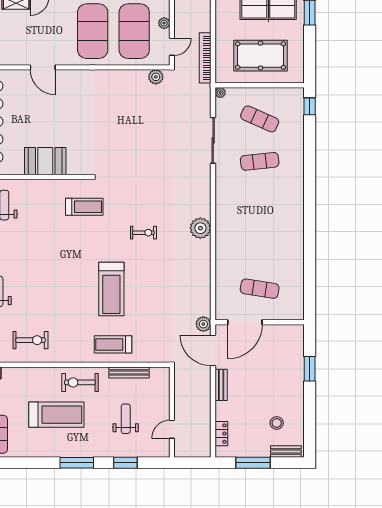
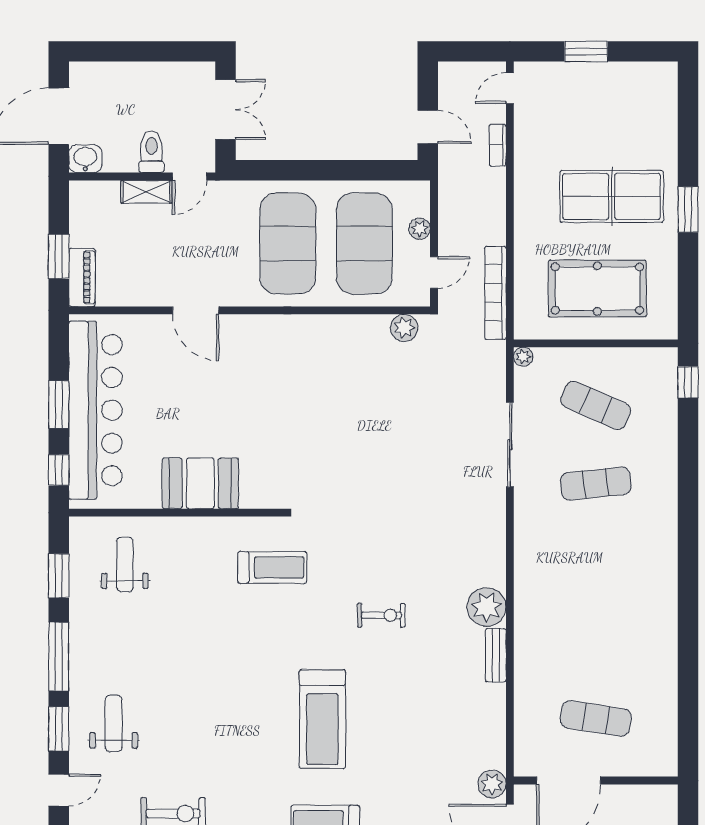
bench: (205, 254) -> (496, 655), added

